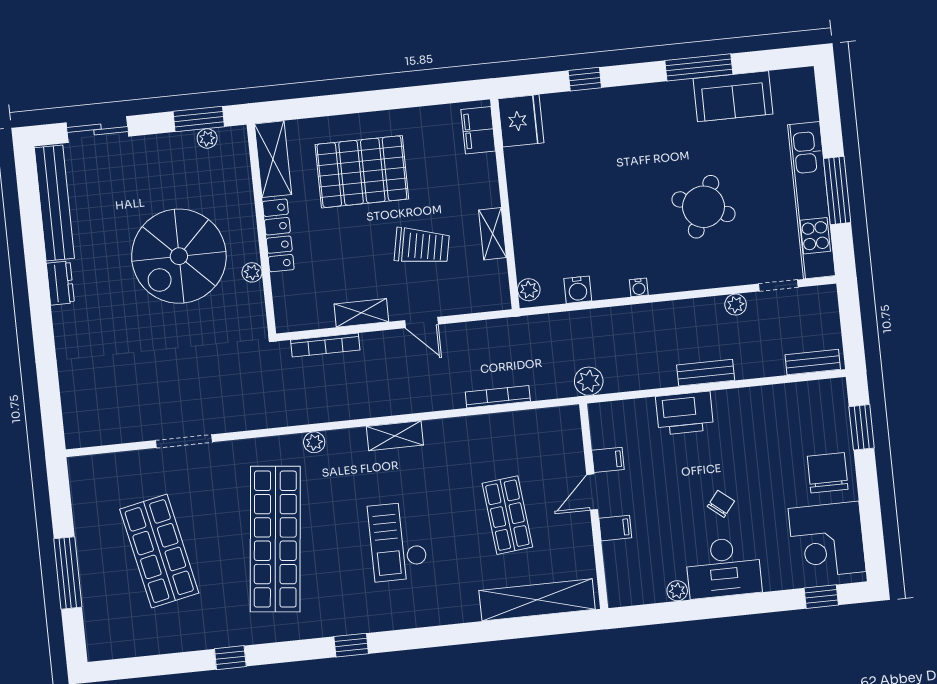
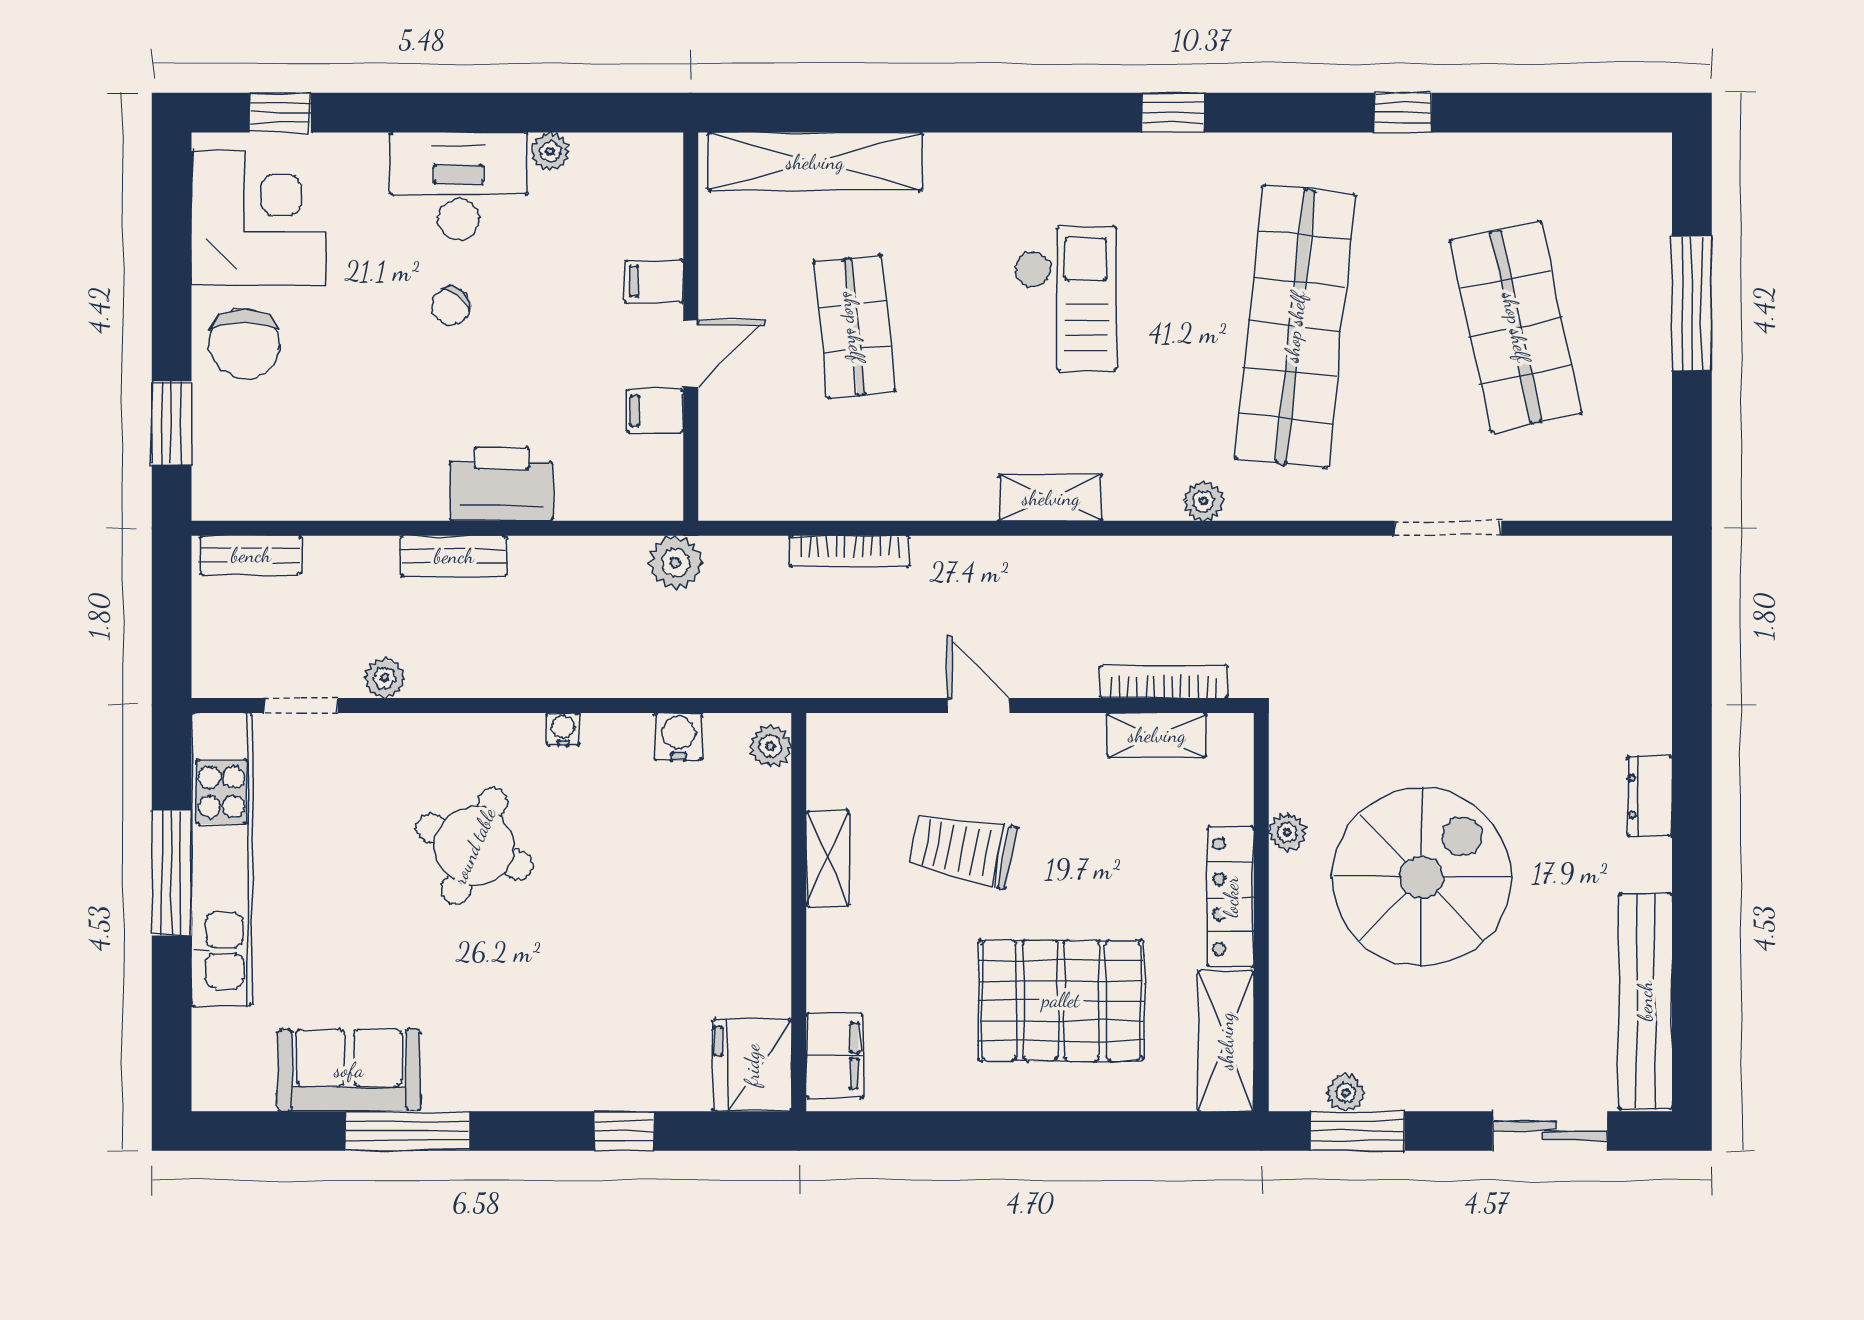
round table: (704, 207) -> (474, 846), moved
dresser: (60, 283) -> (1650, 796), moved
shelving: (361, 313) -> (1157, 735), moved

